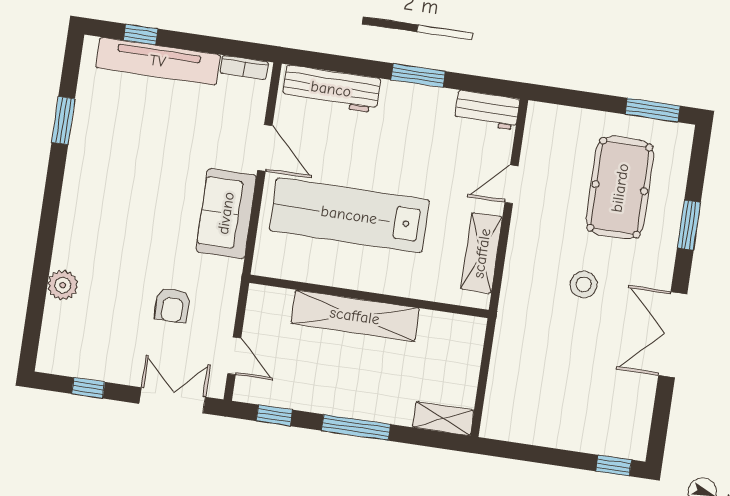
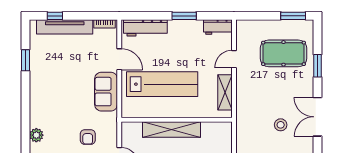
pool table: (620, 188) -> (283, 53), turned 90
lab bench: (349, 215) -> (162, 84), turned 180
stool: (584, 284) -> (281, 125), moved

